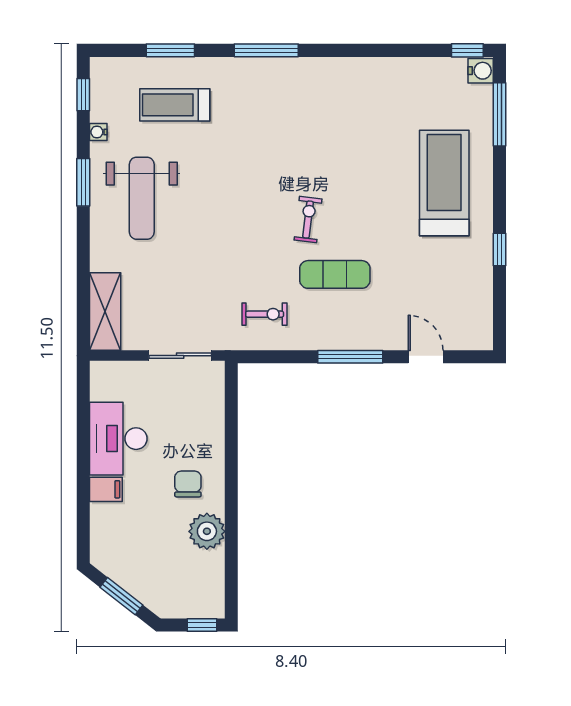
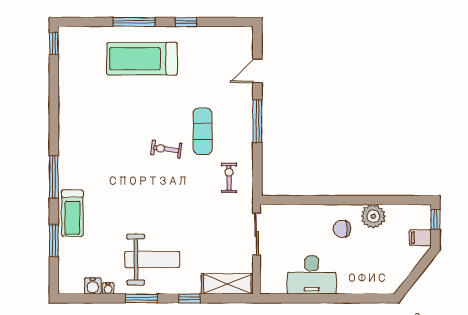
water cooler: (481, 71) -> (93, 286), moved, turned 180
window: (83, 95) -> (189, 298), moved
treadmill: (175, 105) -> (72, 213), moved
window: (499, 114) -> (134, 22), moved
filing cabinet: (106, 489) -> (420, 238), moved, turned -90
window: (121, 596) -> (416, 273), removed

